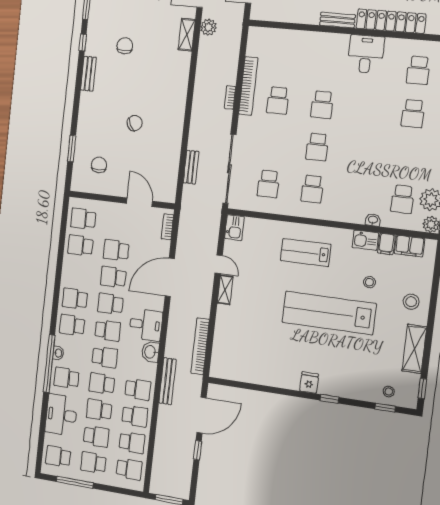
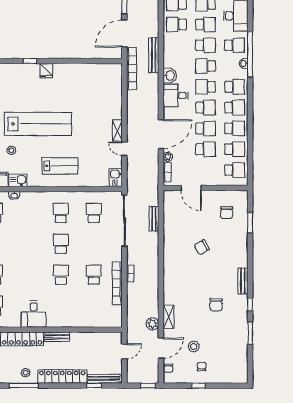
plant: (164, 247) -> (168, 157), added
bookcase: (200, 346) -> (132, 69), moved
school desk: (138, 389) -> (235, 128), moved, turned 180

